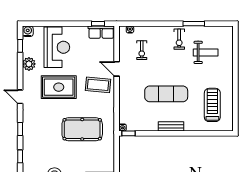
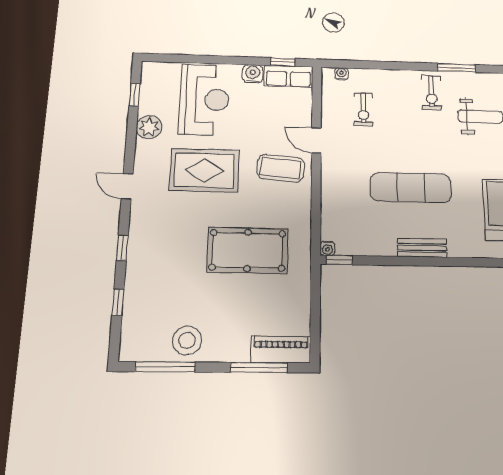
water cooler: (28, 31) -> (253, 74), moved

